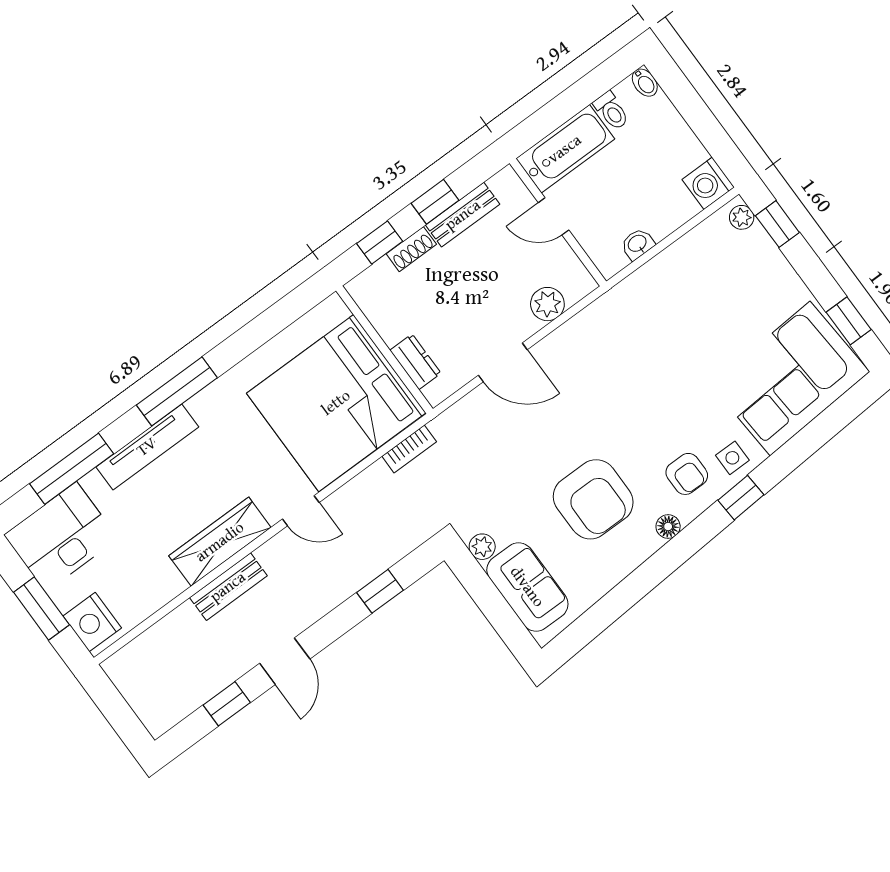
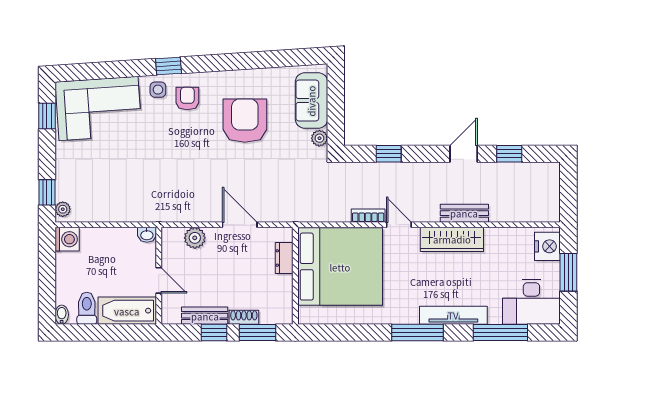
toilet: (611, 111) -> (87, 308), width x1.37, depth x1.39
window: (380, 242) -> (258, 332), width x1.50
washbasin: (638, 244) -> (147, 235), moved
bookcase: (409, 449) -> (368, 216), moved
floor lamp: (668, 527) -> (217, 79), removed

